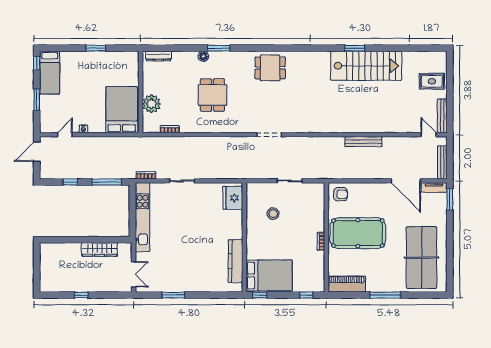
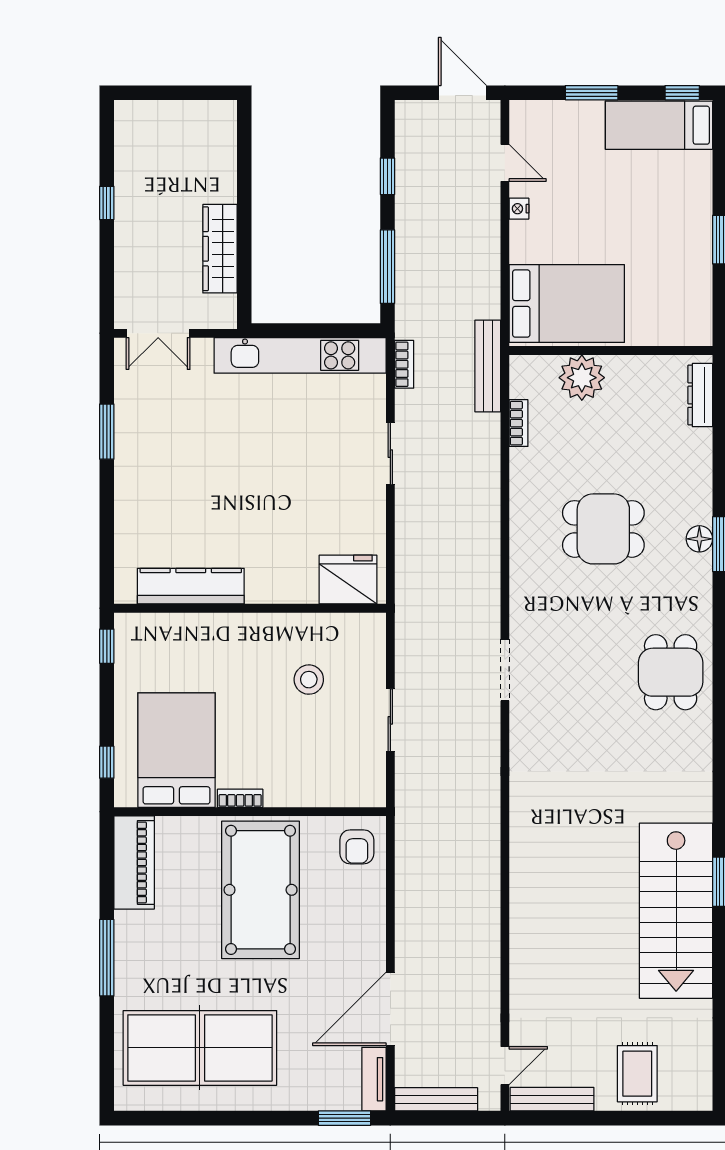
floor lamp: (203, 56) -> (699, 539), moved
bench: (363, 142) -> (488, 366), moved
bed: (269, 276) -> (176, 750), moved, turned 180

